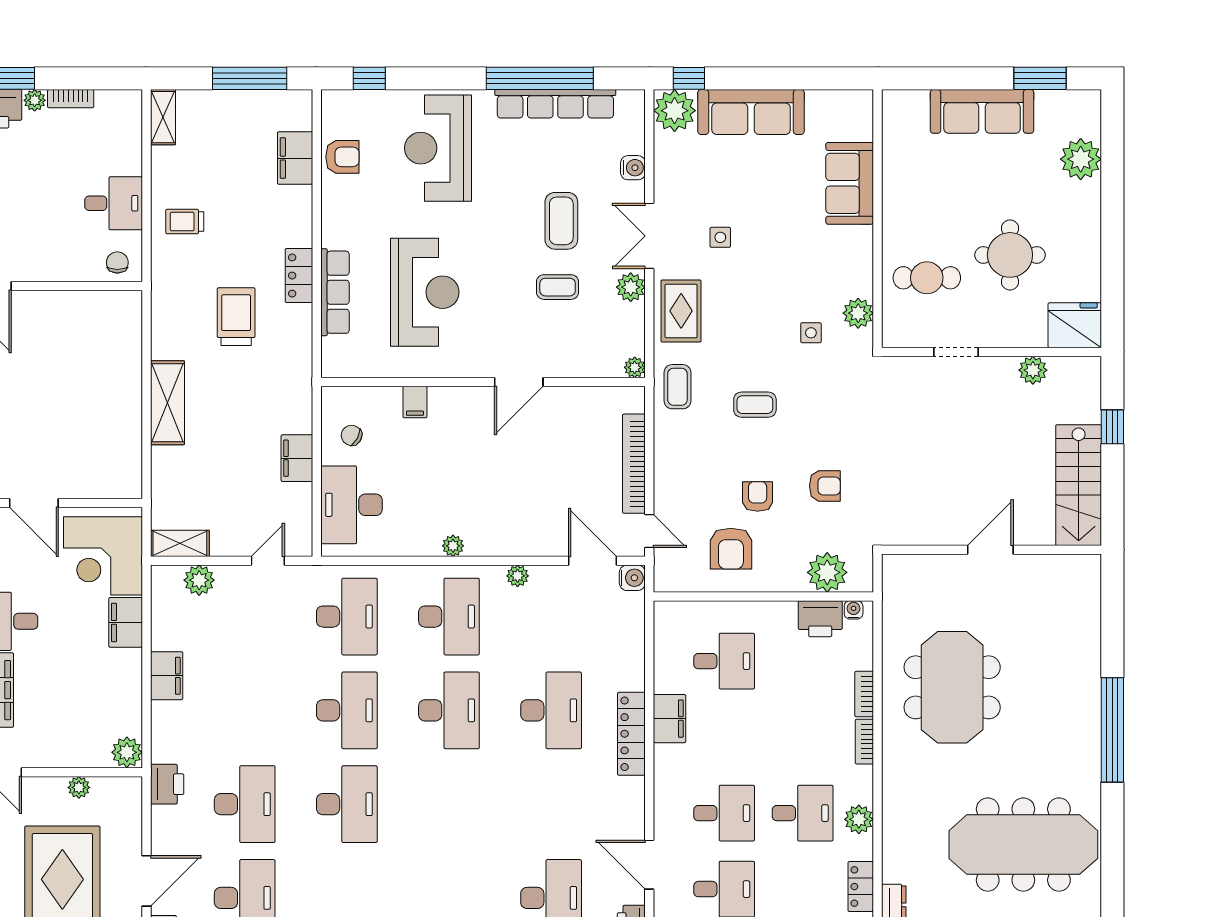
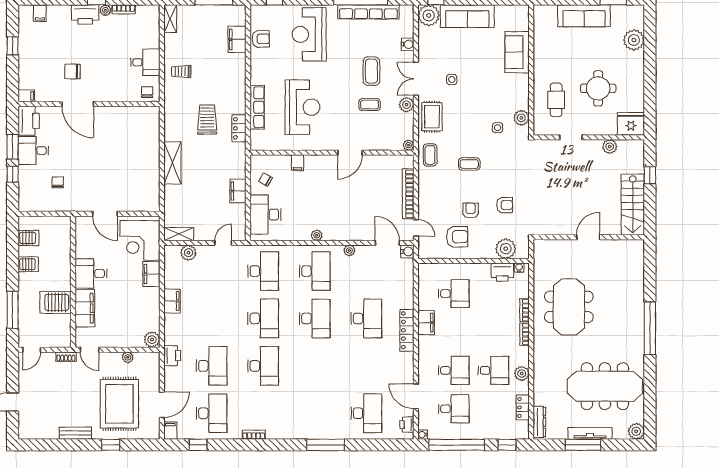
locker: (299, 276) -> (239, 128), moved
cafe table: (927, 278) -> (556, 100), turned 90
armchair: (731, 549) -> (457, 237), turned -91

